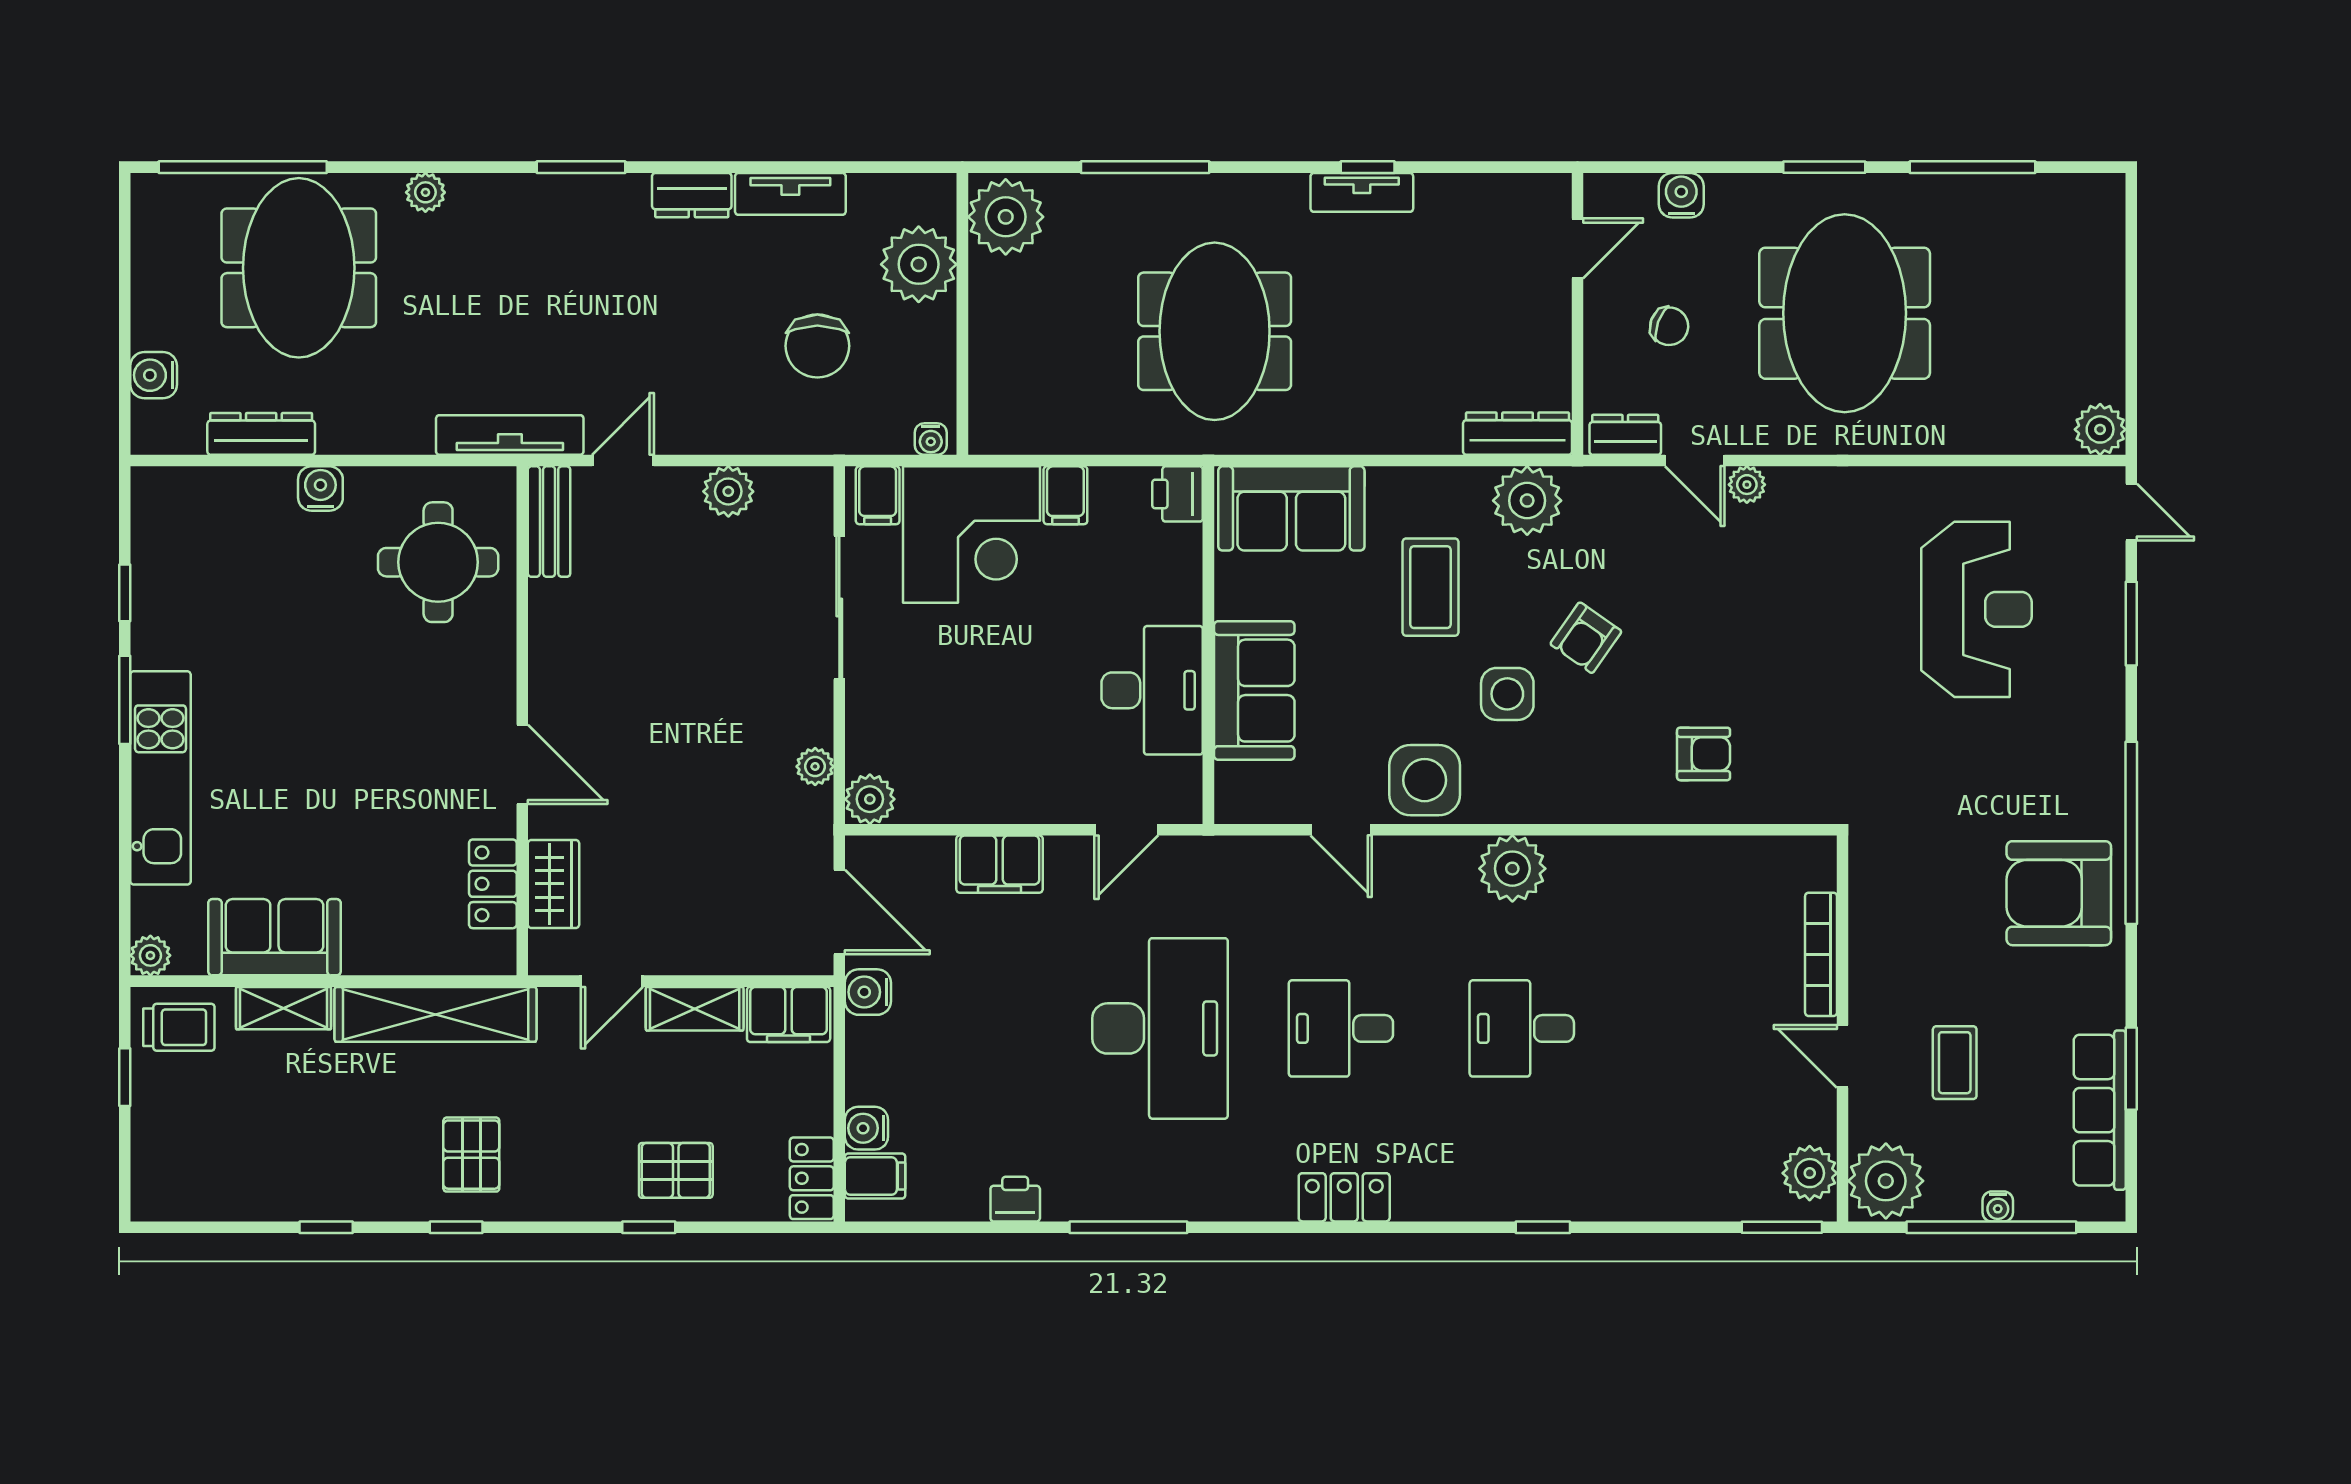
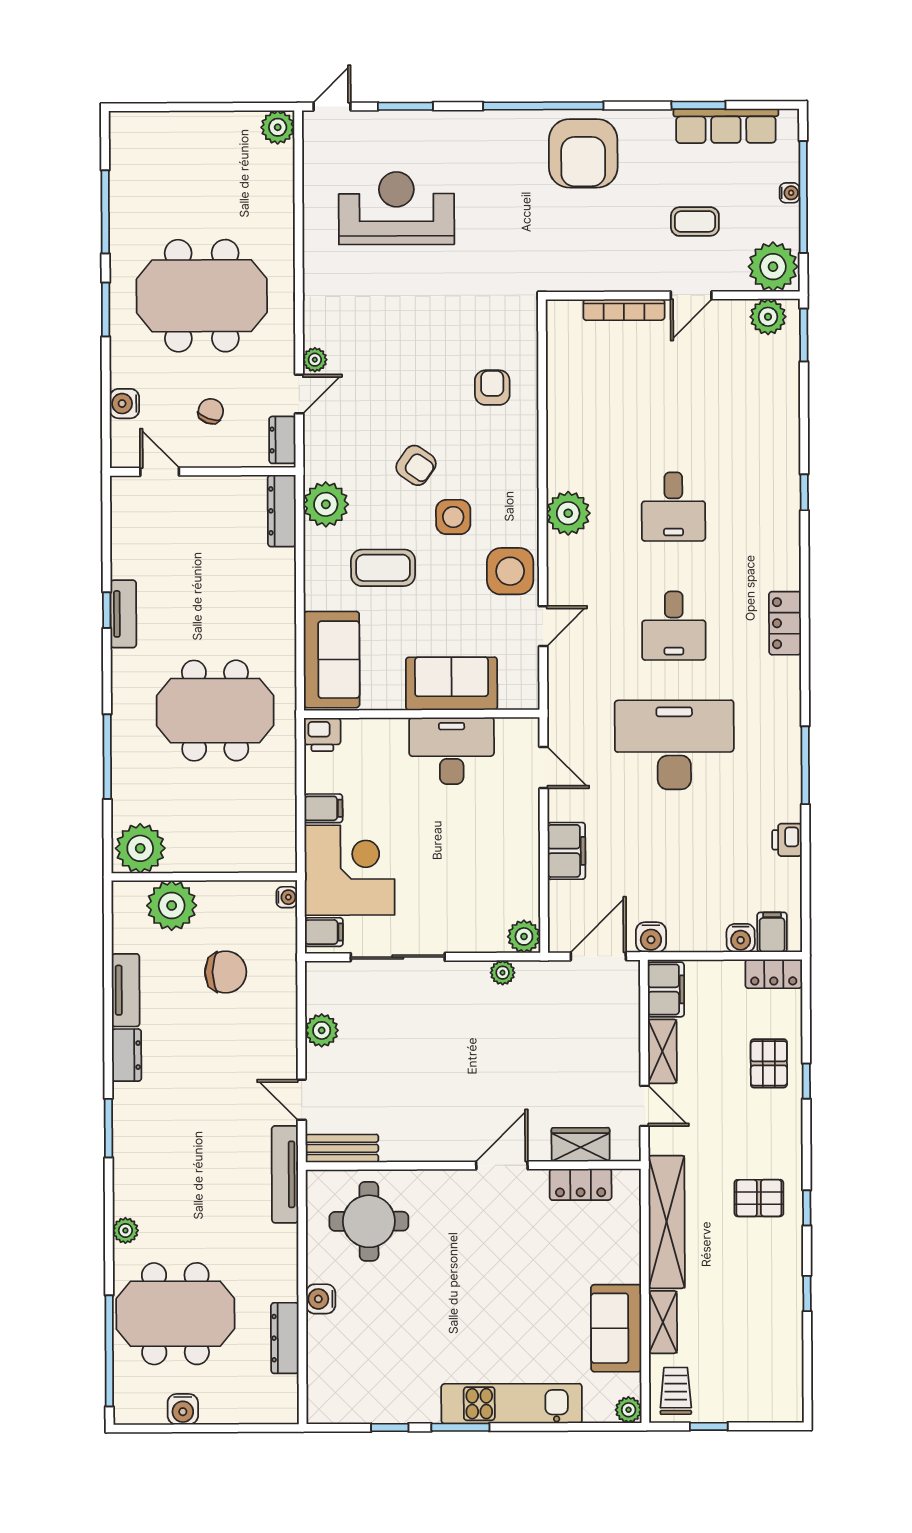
water cooler: (154, 375) -> (183, 1409), moved

